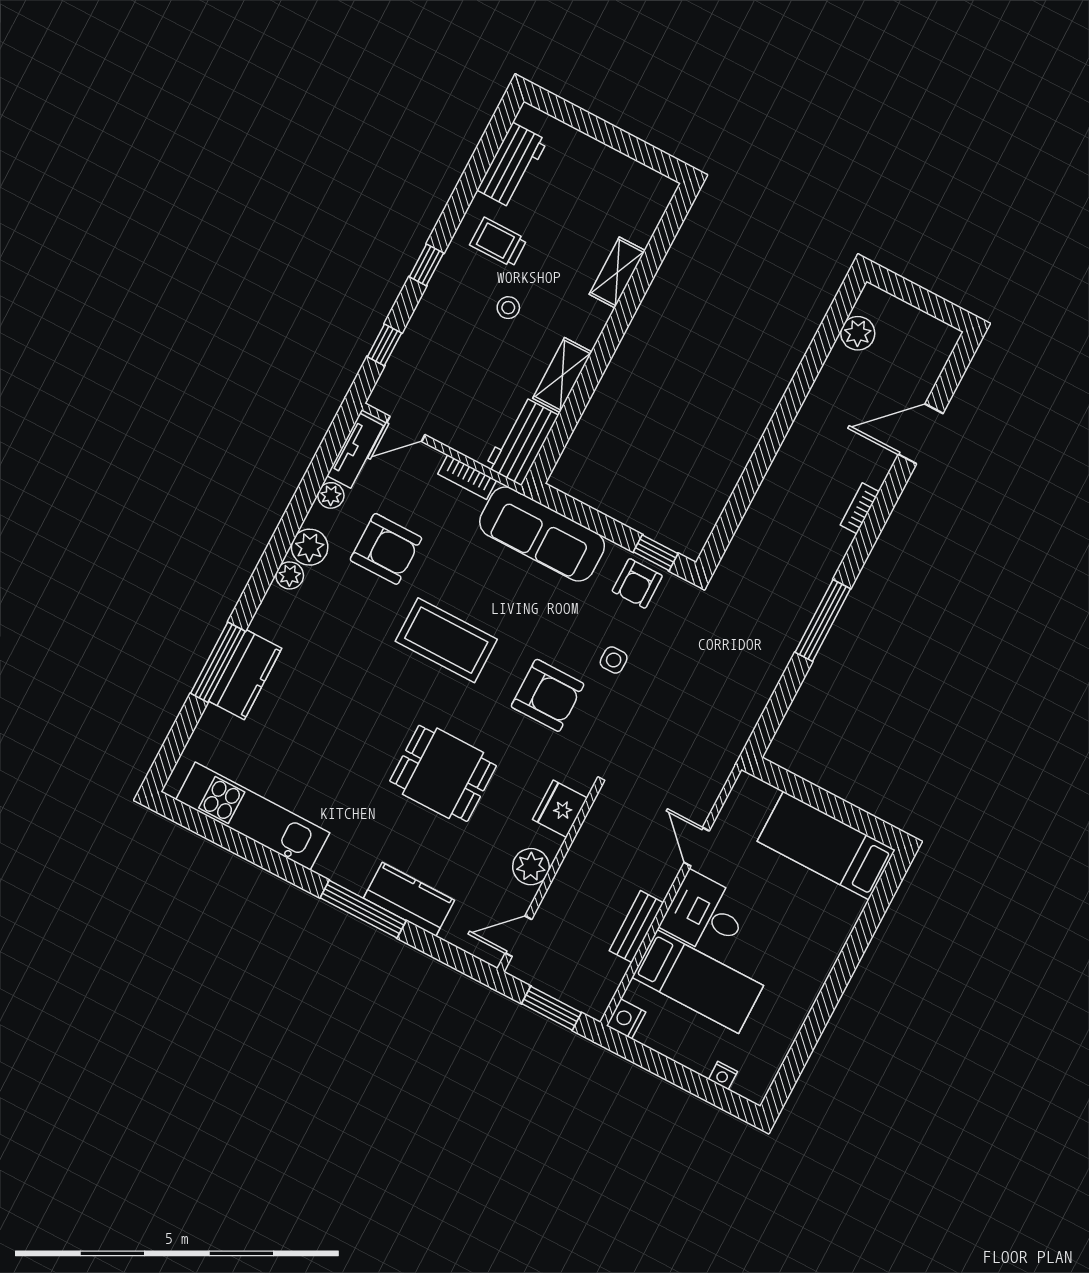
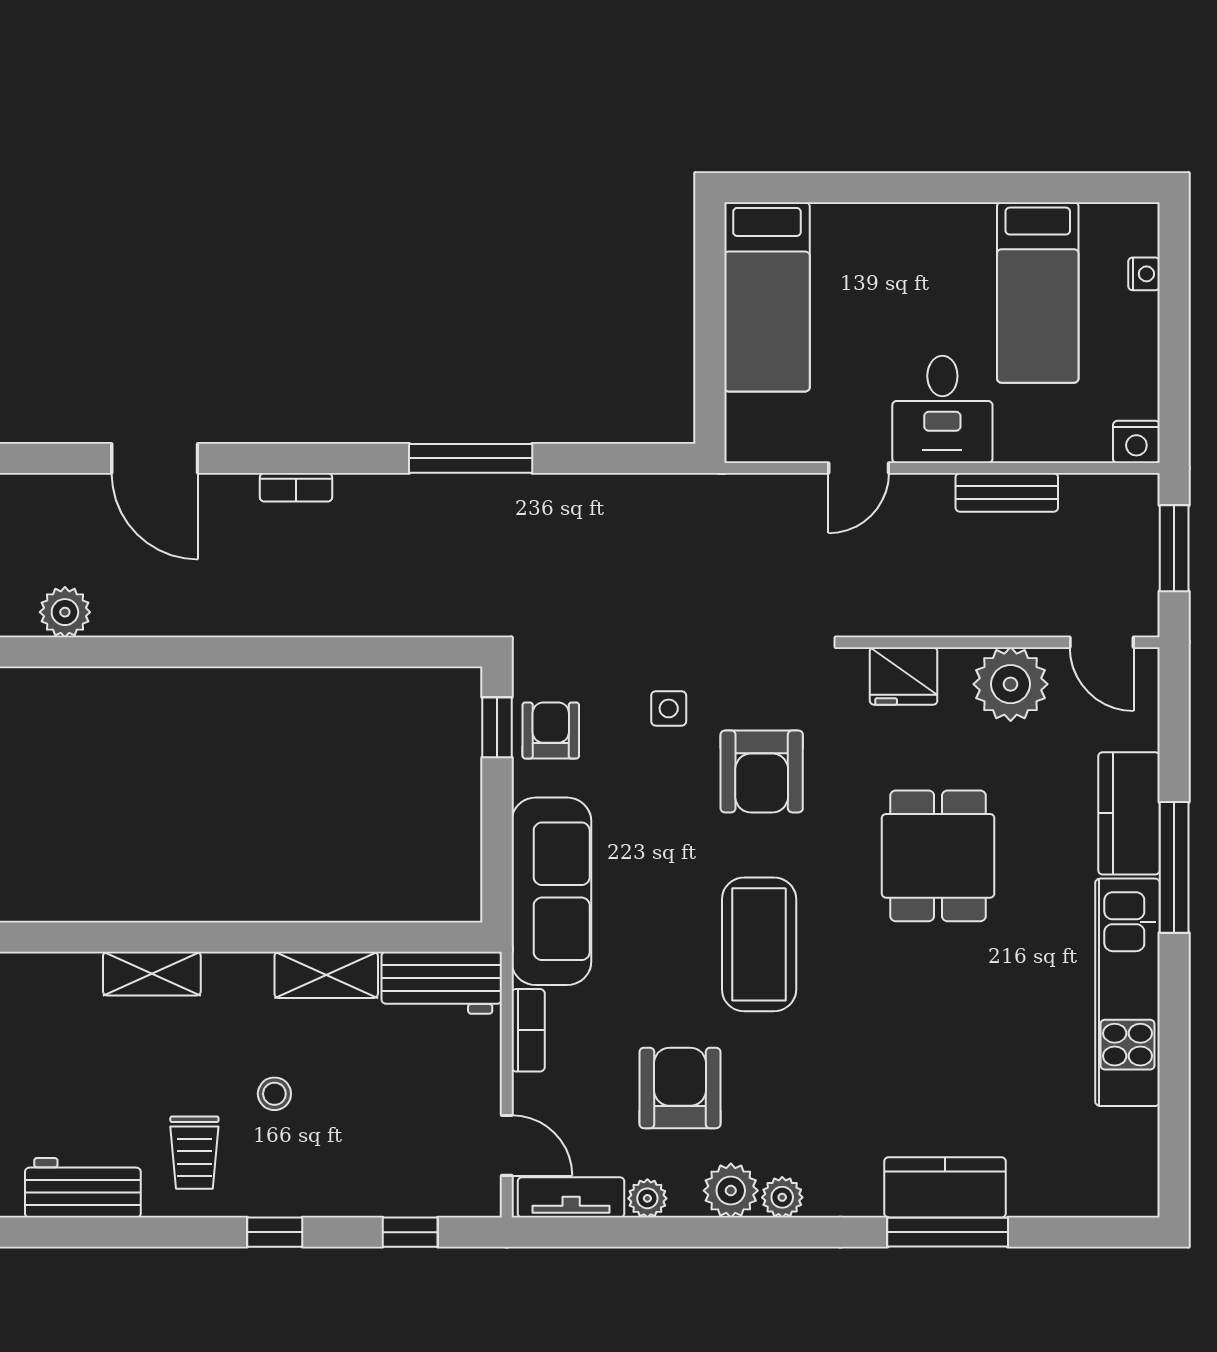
armchair: (637, 583) -> (551, 731), turned -90
armchair: (548, 695) -> (762, 771), turned 180
kitchen unit: (253, 816) -> (1128, 992), moved
plant: (531, 867) -> (1011, 684), width x1.36, depth x1.36
bed: (698, 981) -> (1038, 292), moved, turned 180

